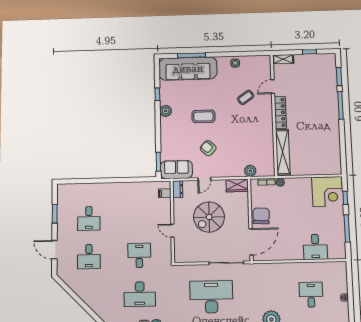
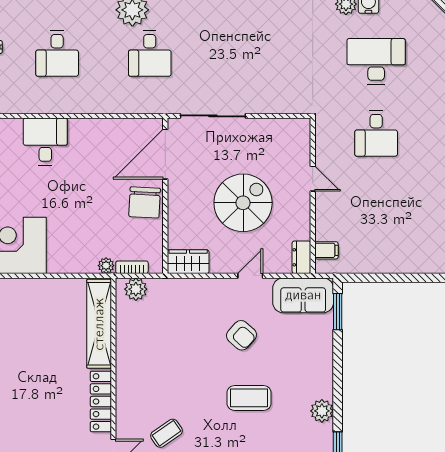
plant: (250, 171) -> (136, 289), moved
desk: (211, 297) -> (150, 54), moved, width x0.53, depth x0.77

